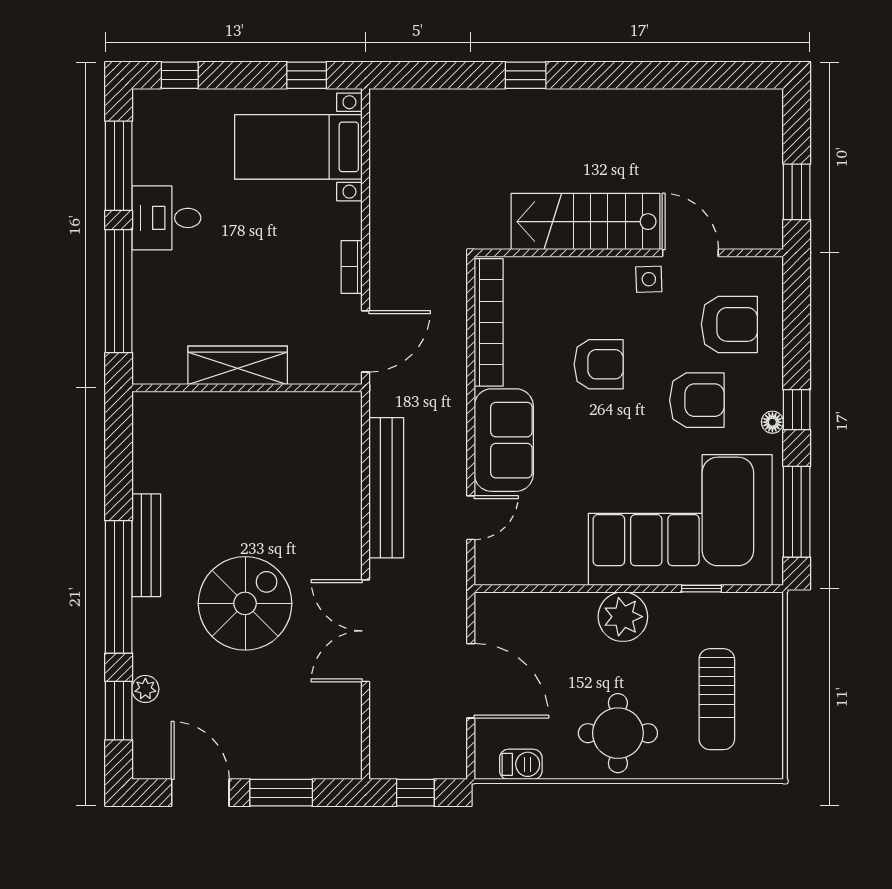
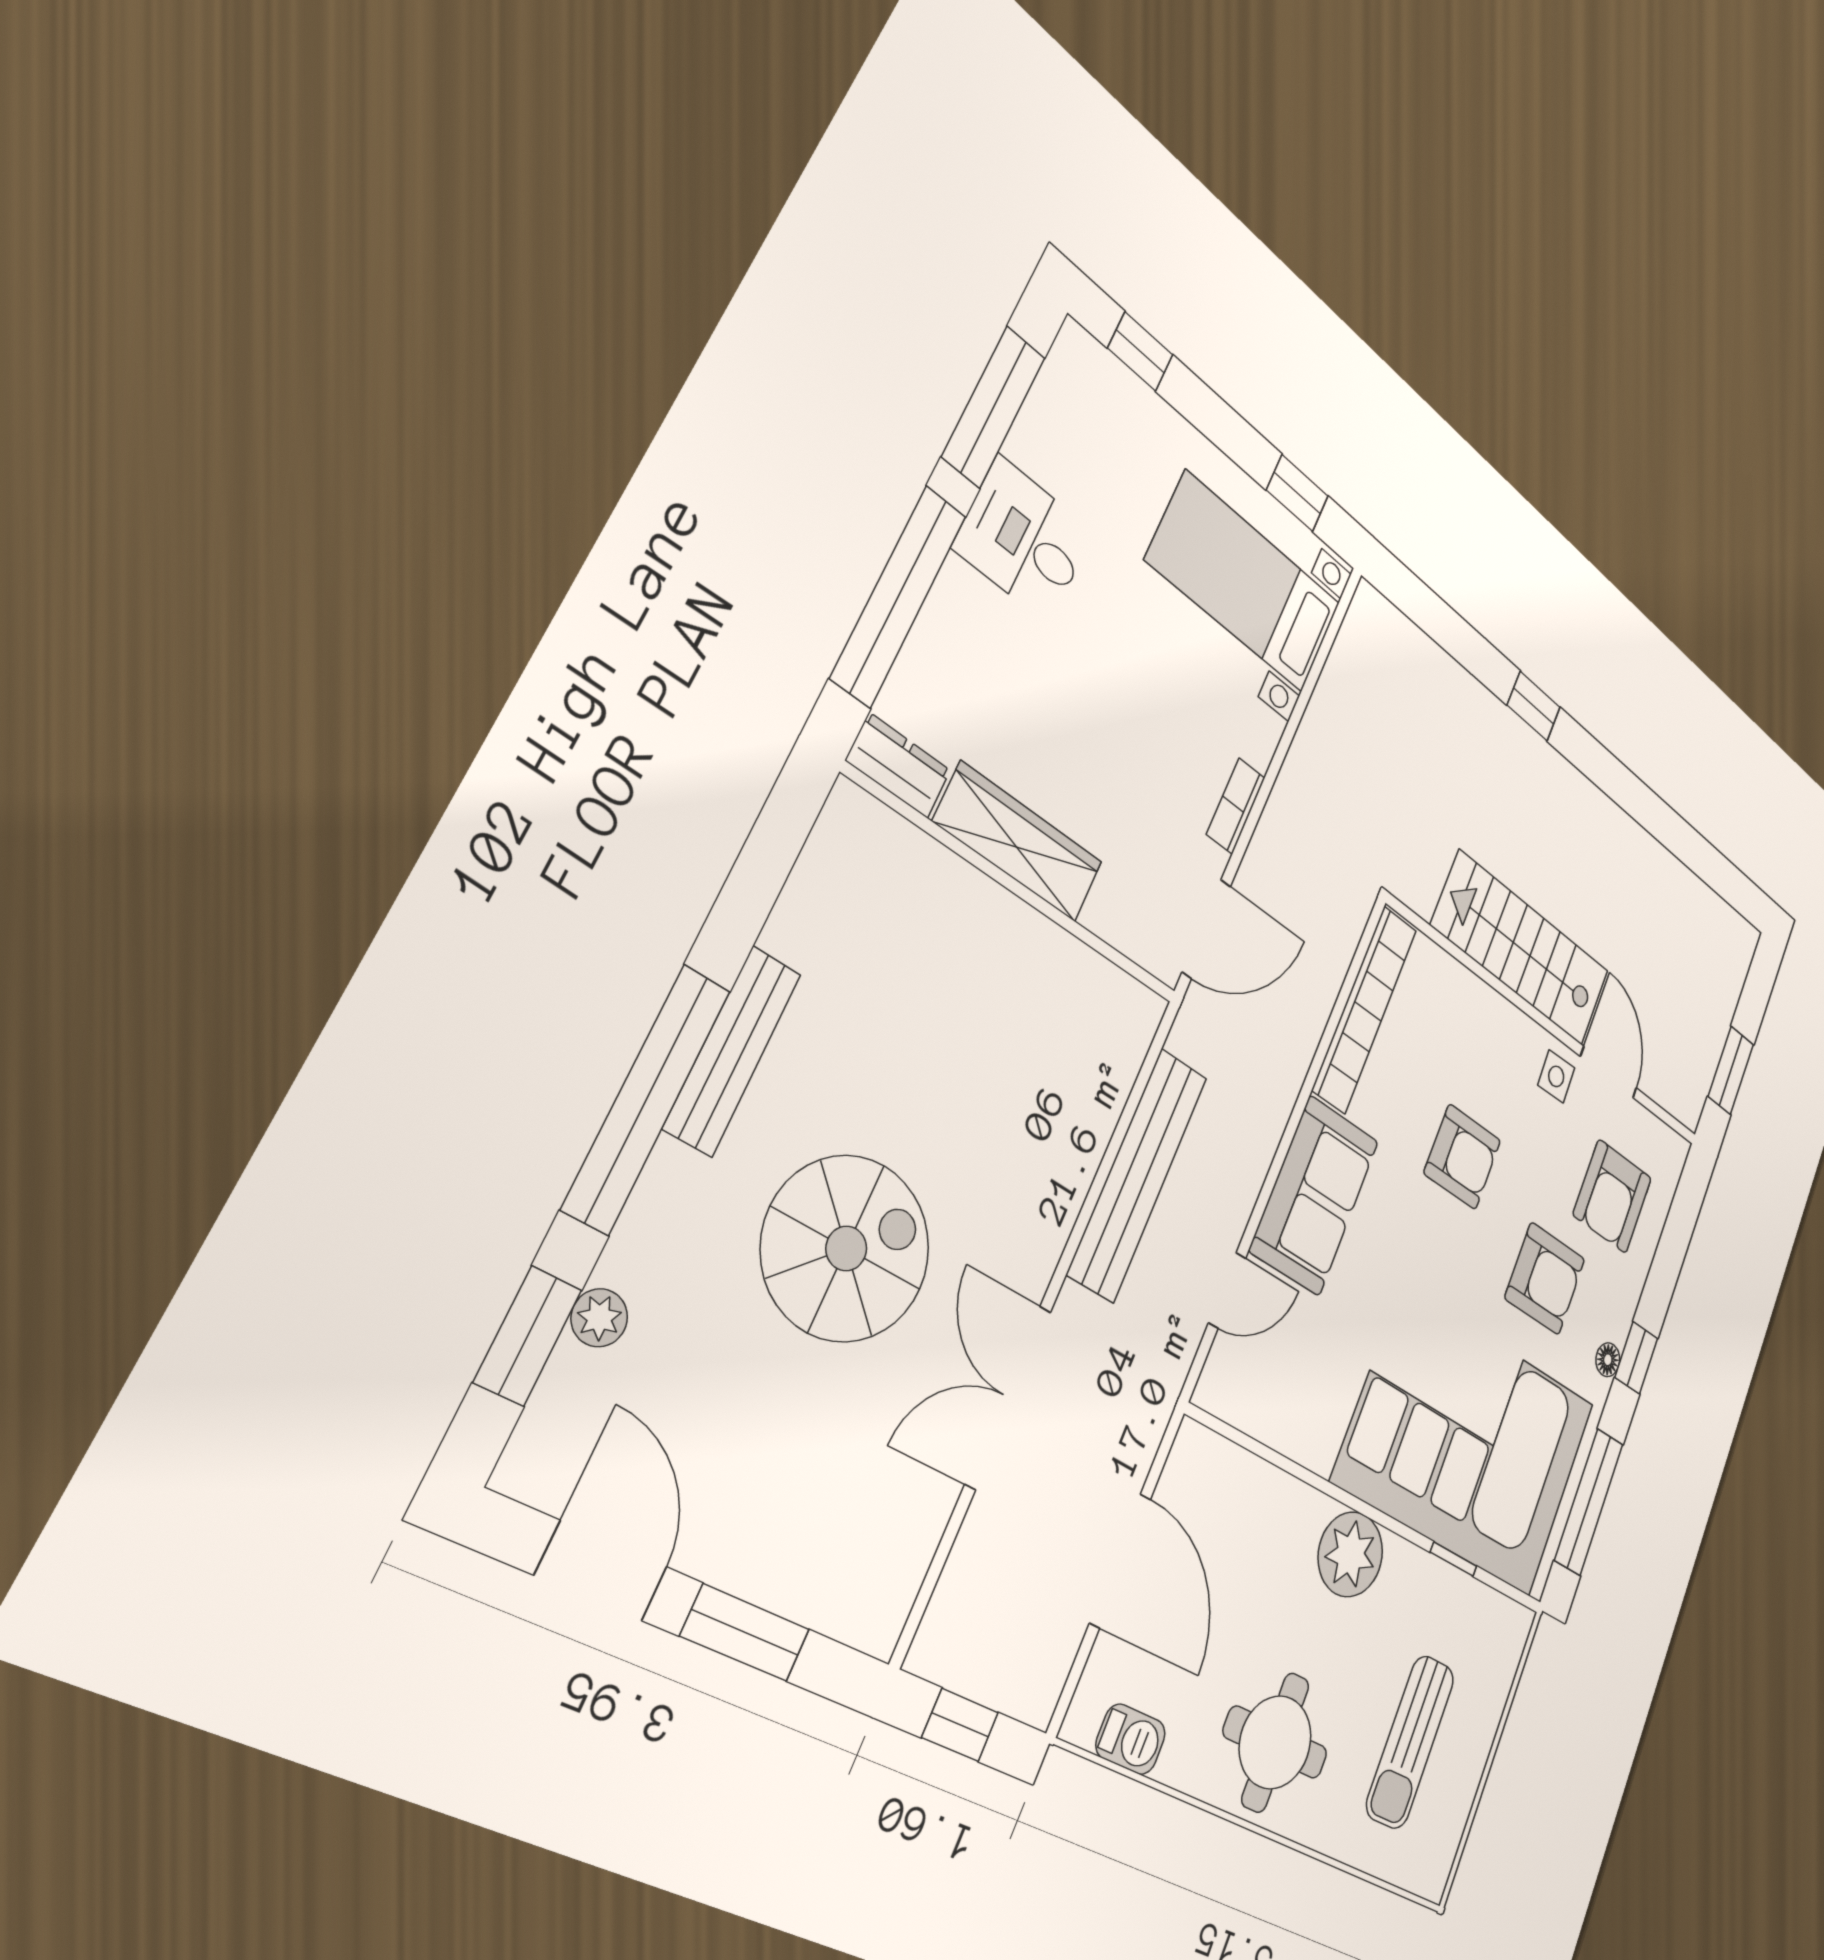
armchair: (729, 324) -> (1612, 1196), turned 90
dresser: (159, 370) -> (898, 765), added

